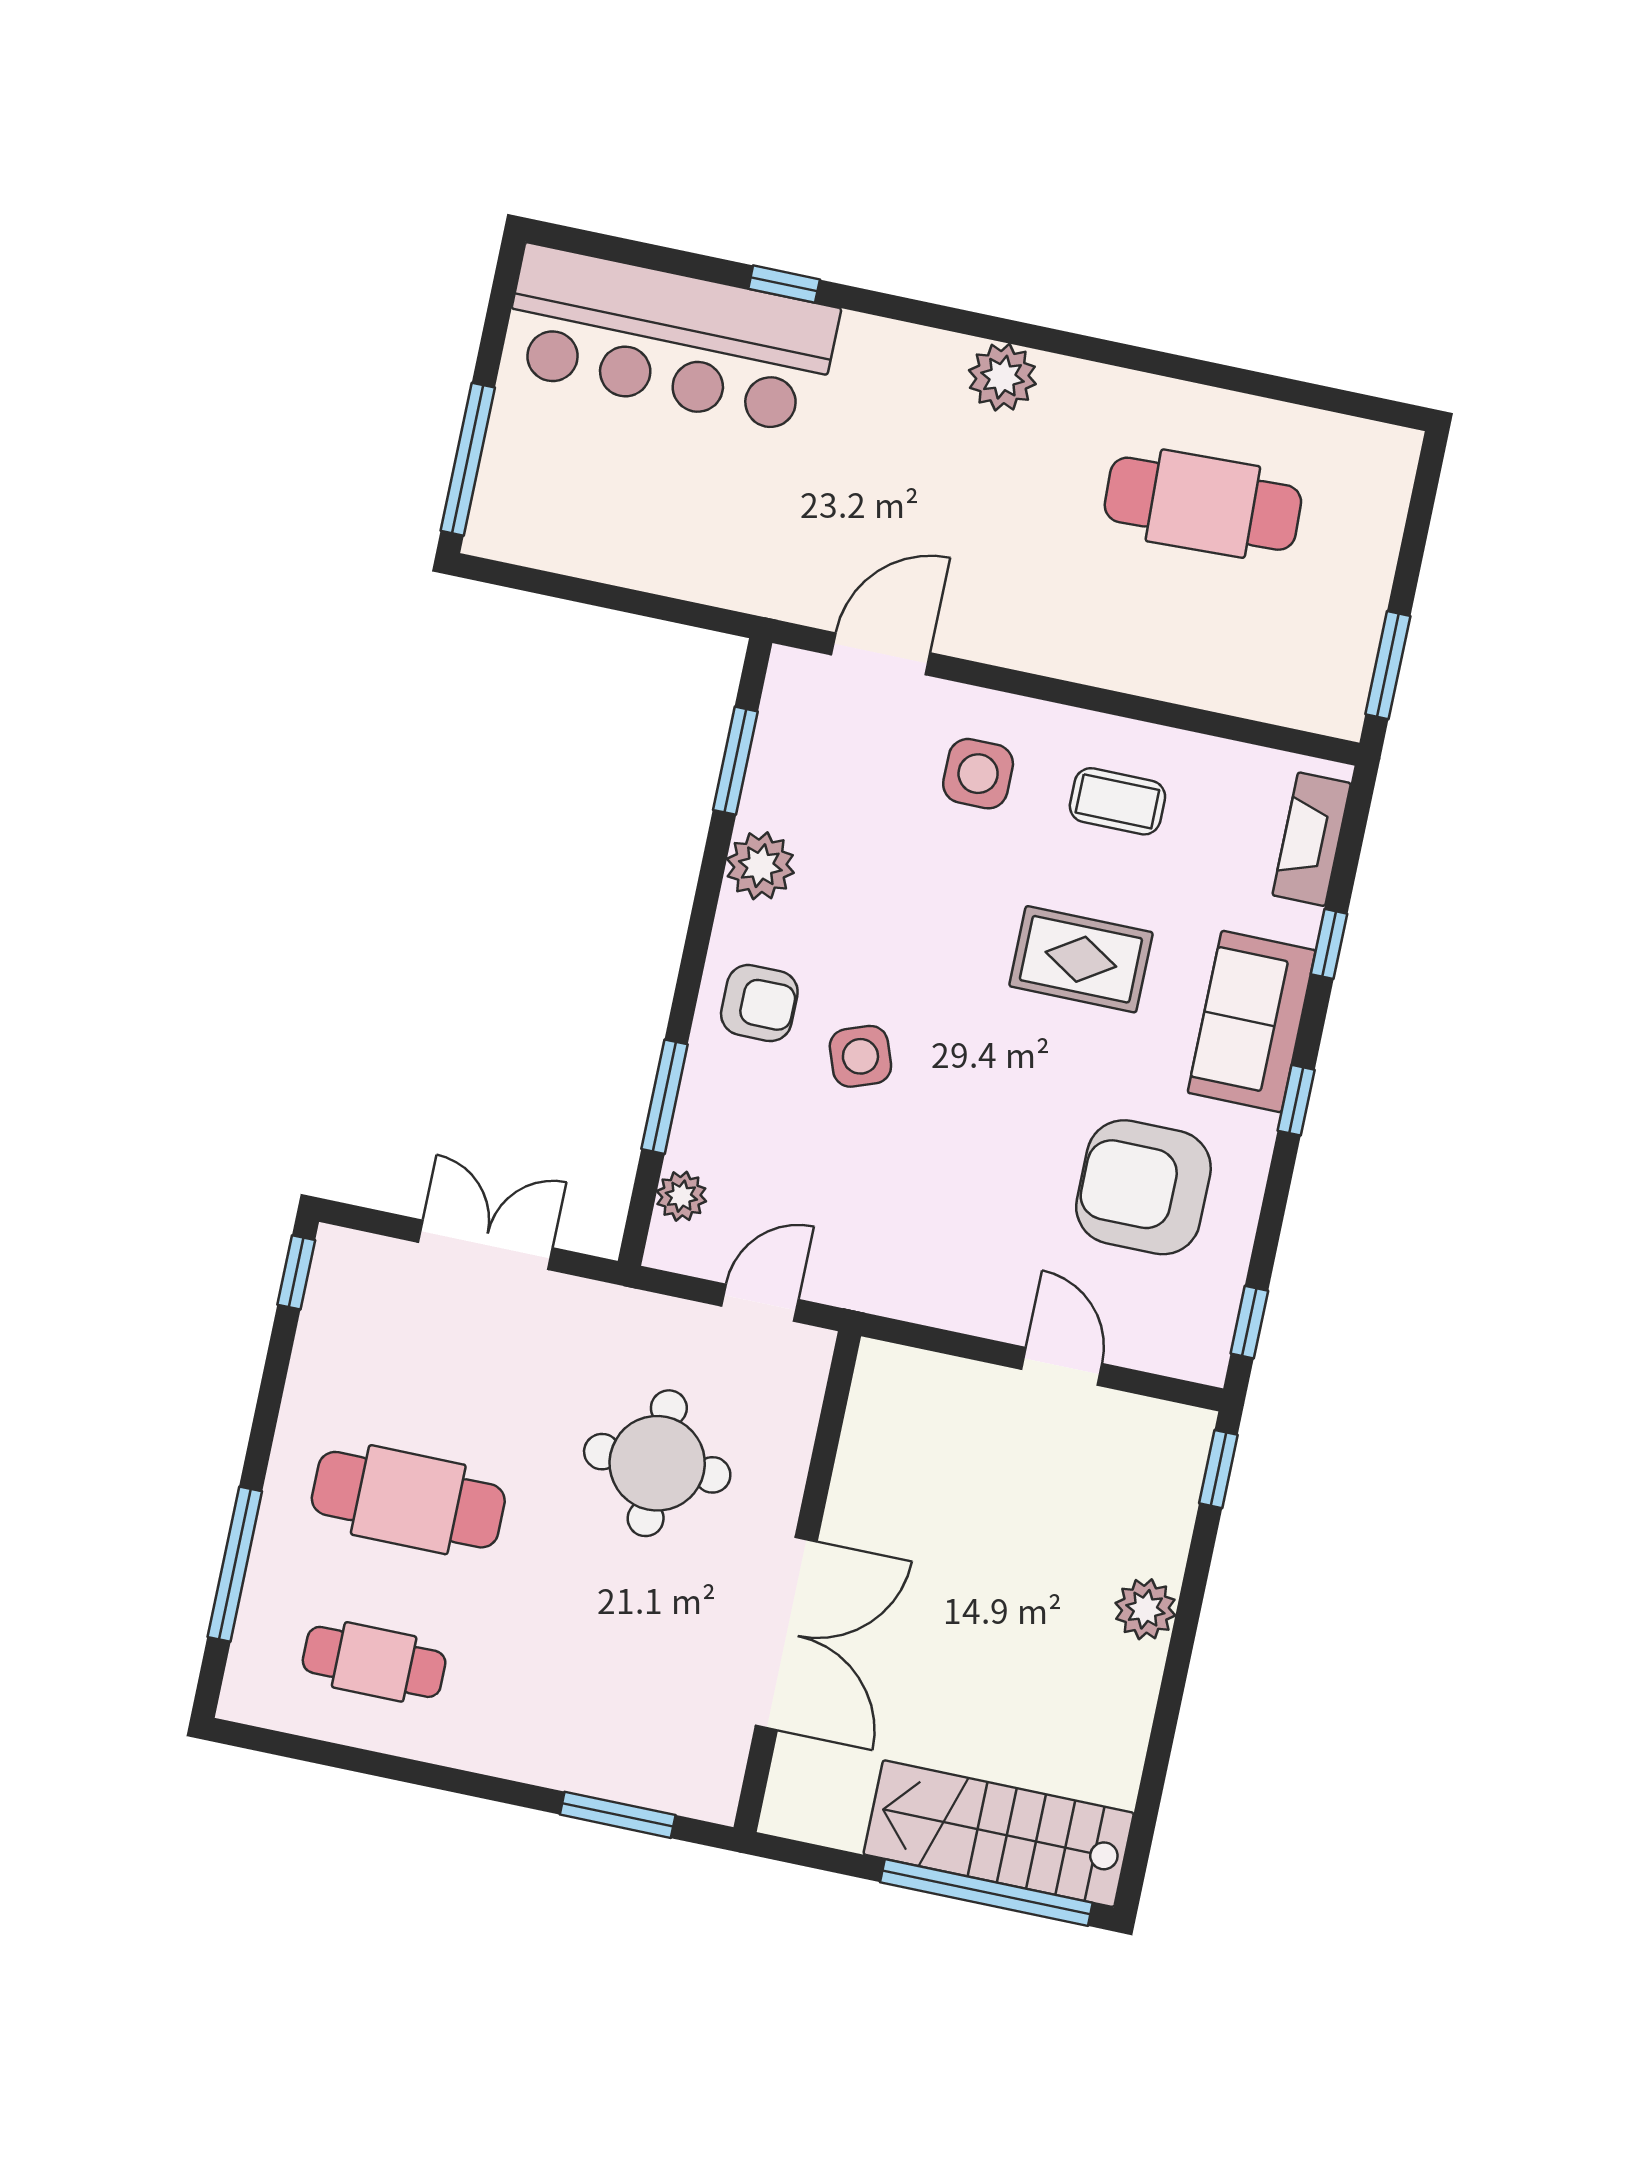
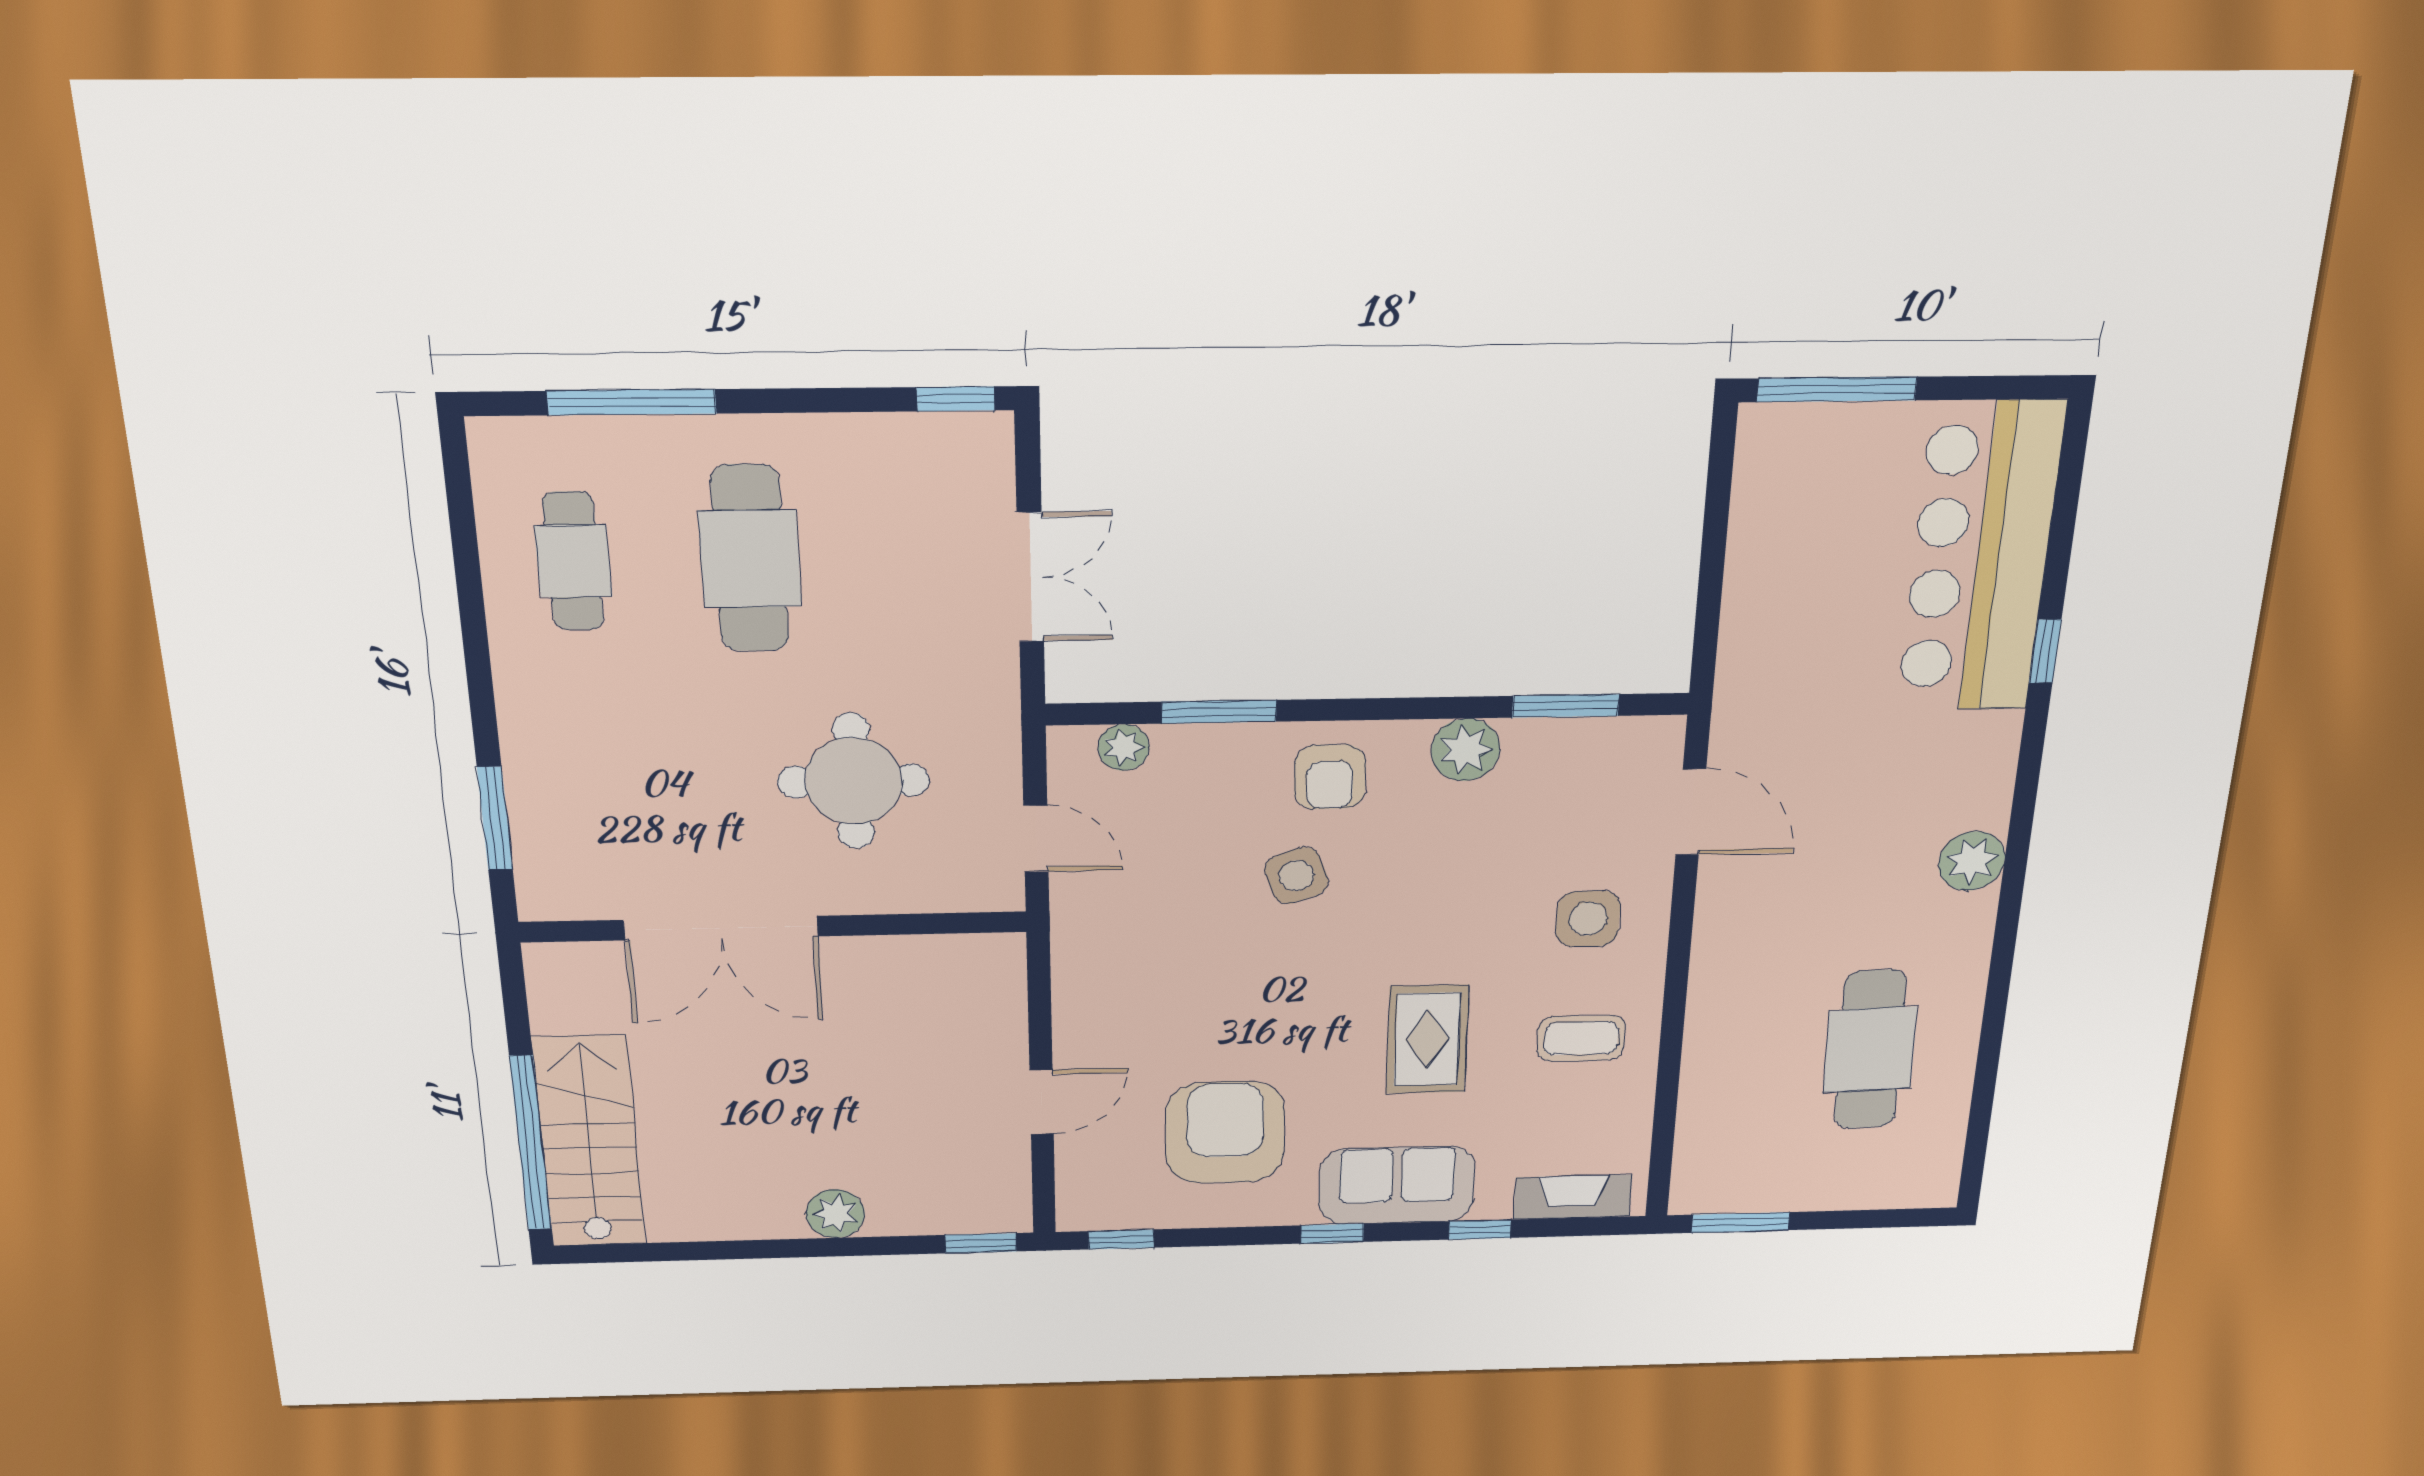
coffee table: (1117, 801) -> (1581, 1038), turned 90

